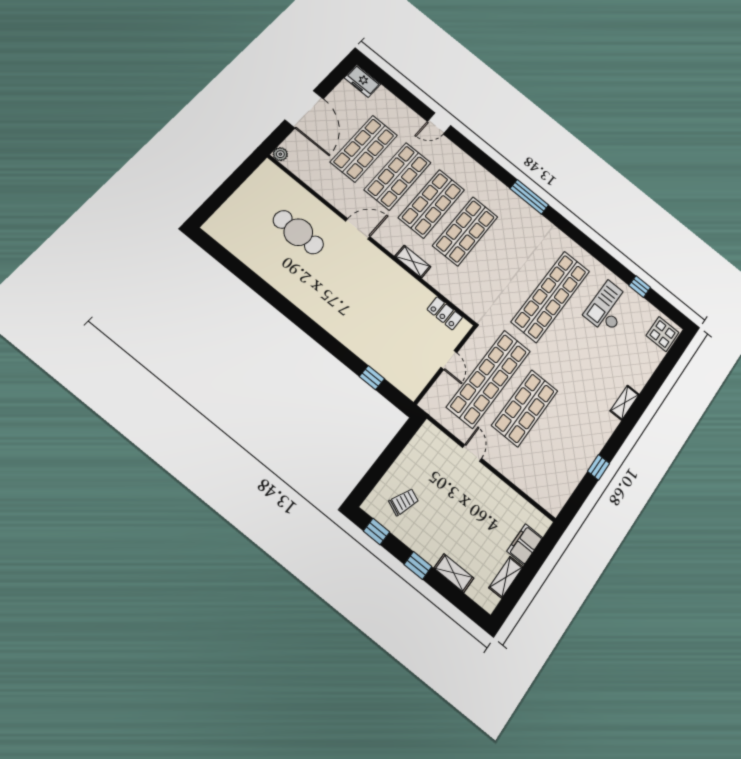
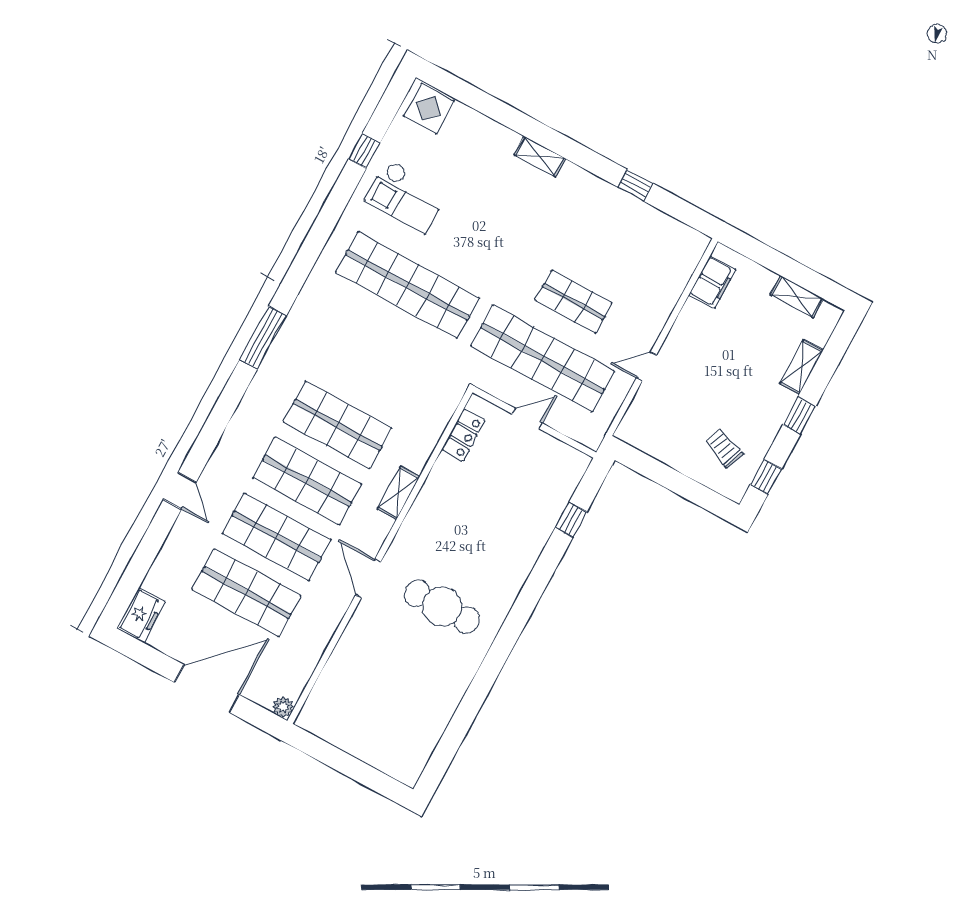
cafe table: (298, 232) -> (442, 607), moved, turned 90
shop shelf: (525, 408) -> (574, 302), width x0.70, depth x0.74
filing cabinet: (525, 544) -> (712, 282), moved, turned -90

